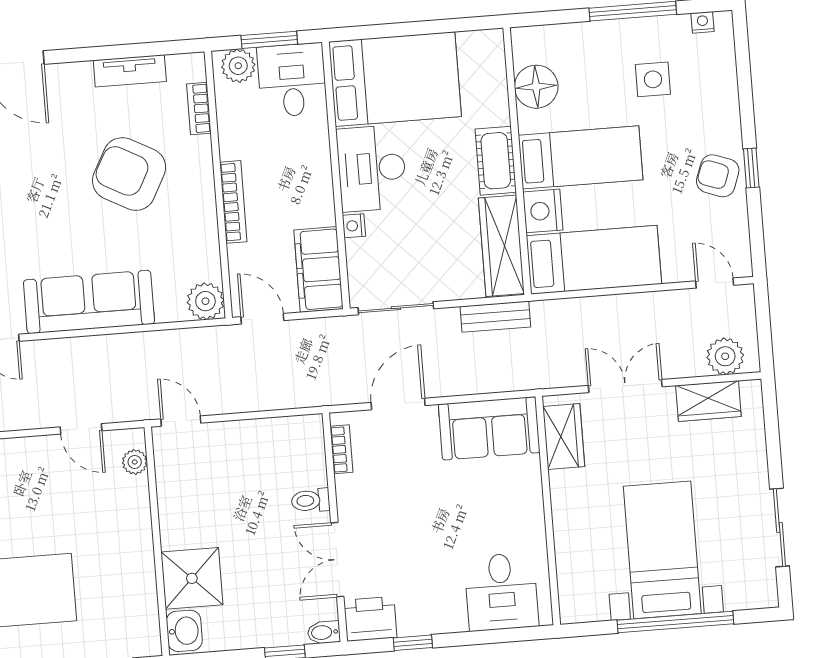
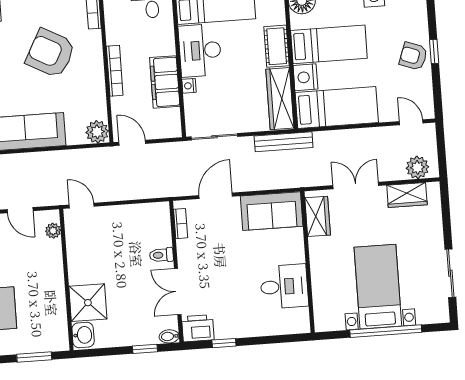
filing cabinet: (319, 269) -> (165, 82), moved
bench: (495, 317) -> (284, 142), width x1.36
desk: (501, 592) -> (284, 286), moved, turned -90

